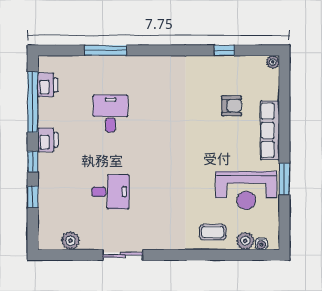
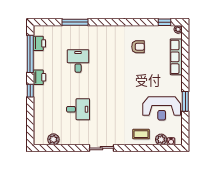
window: (224, 50) -> (164, 22), moved
armchair: (231, 106) -> (138, 47), moved
row of seats: (270, 130) -> (176, 57), moved
window: (33, 197) -> (30, 112), removed
sliding door: (123, 255) -> (101, 148), moved

